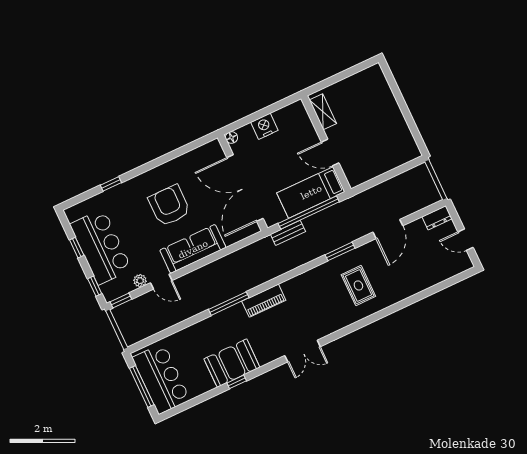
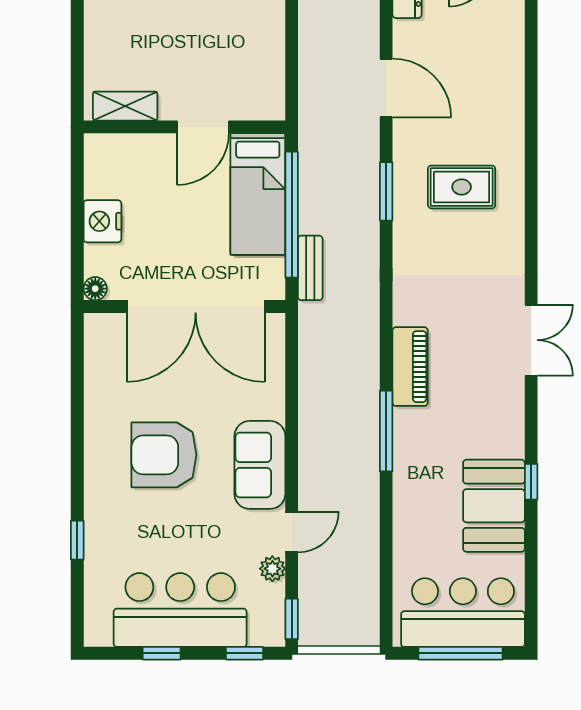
sofa: (193, 249) -> (260, 465), width x0.73
booth: (232, 363) -> (494, 506), moved

